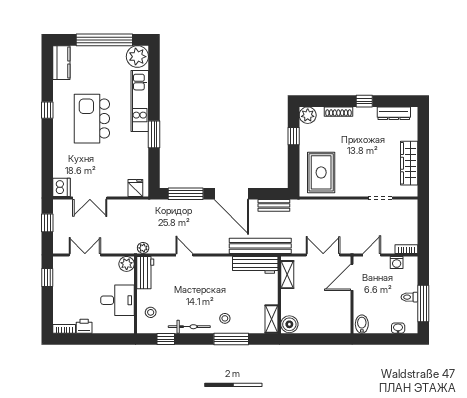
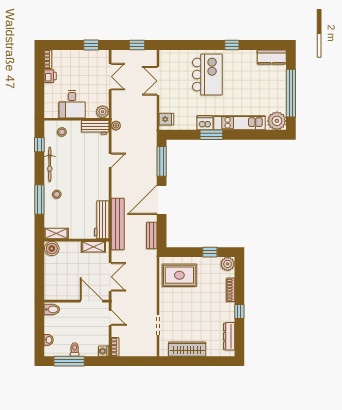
kitchen island: (92, 119) -> (207, 75), moved, turned 90
dishwasher: (62, 187) -> (205, 123), moved, turned 180
washing machine: (397, 263) -> (104, 351), moved

